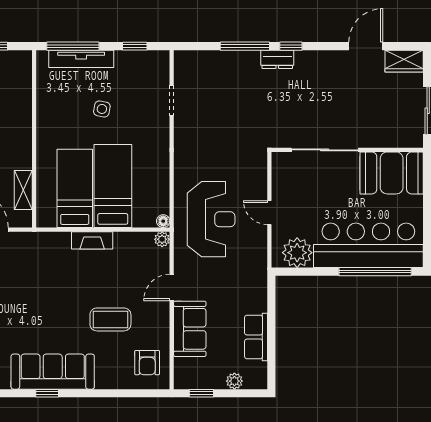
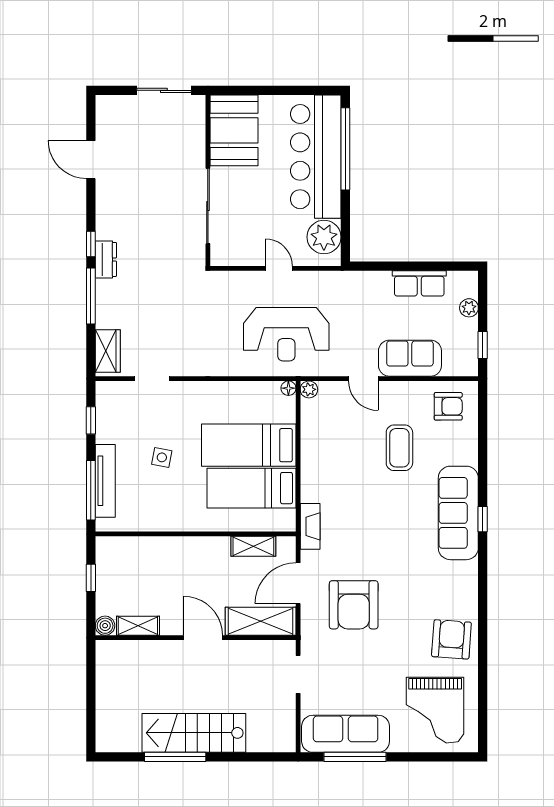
wardrobe: (404, 61) -> (108, 351), moved
door: (269, 213) -> (279, 268), swing flipped
reception desk: (211, 219) -> (286, 334), turned 180
fireplace: (92, 240) -> (310, 526), moved

